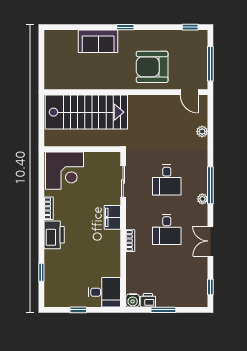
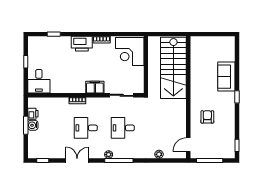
armchair: (152, 67) -> (207, 117), width x0.53, depth x0.53
water cooler: (133, 300) -> (33, 125), moved

